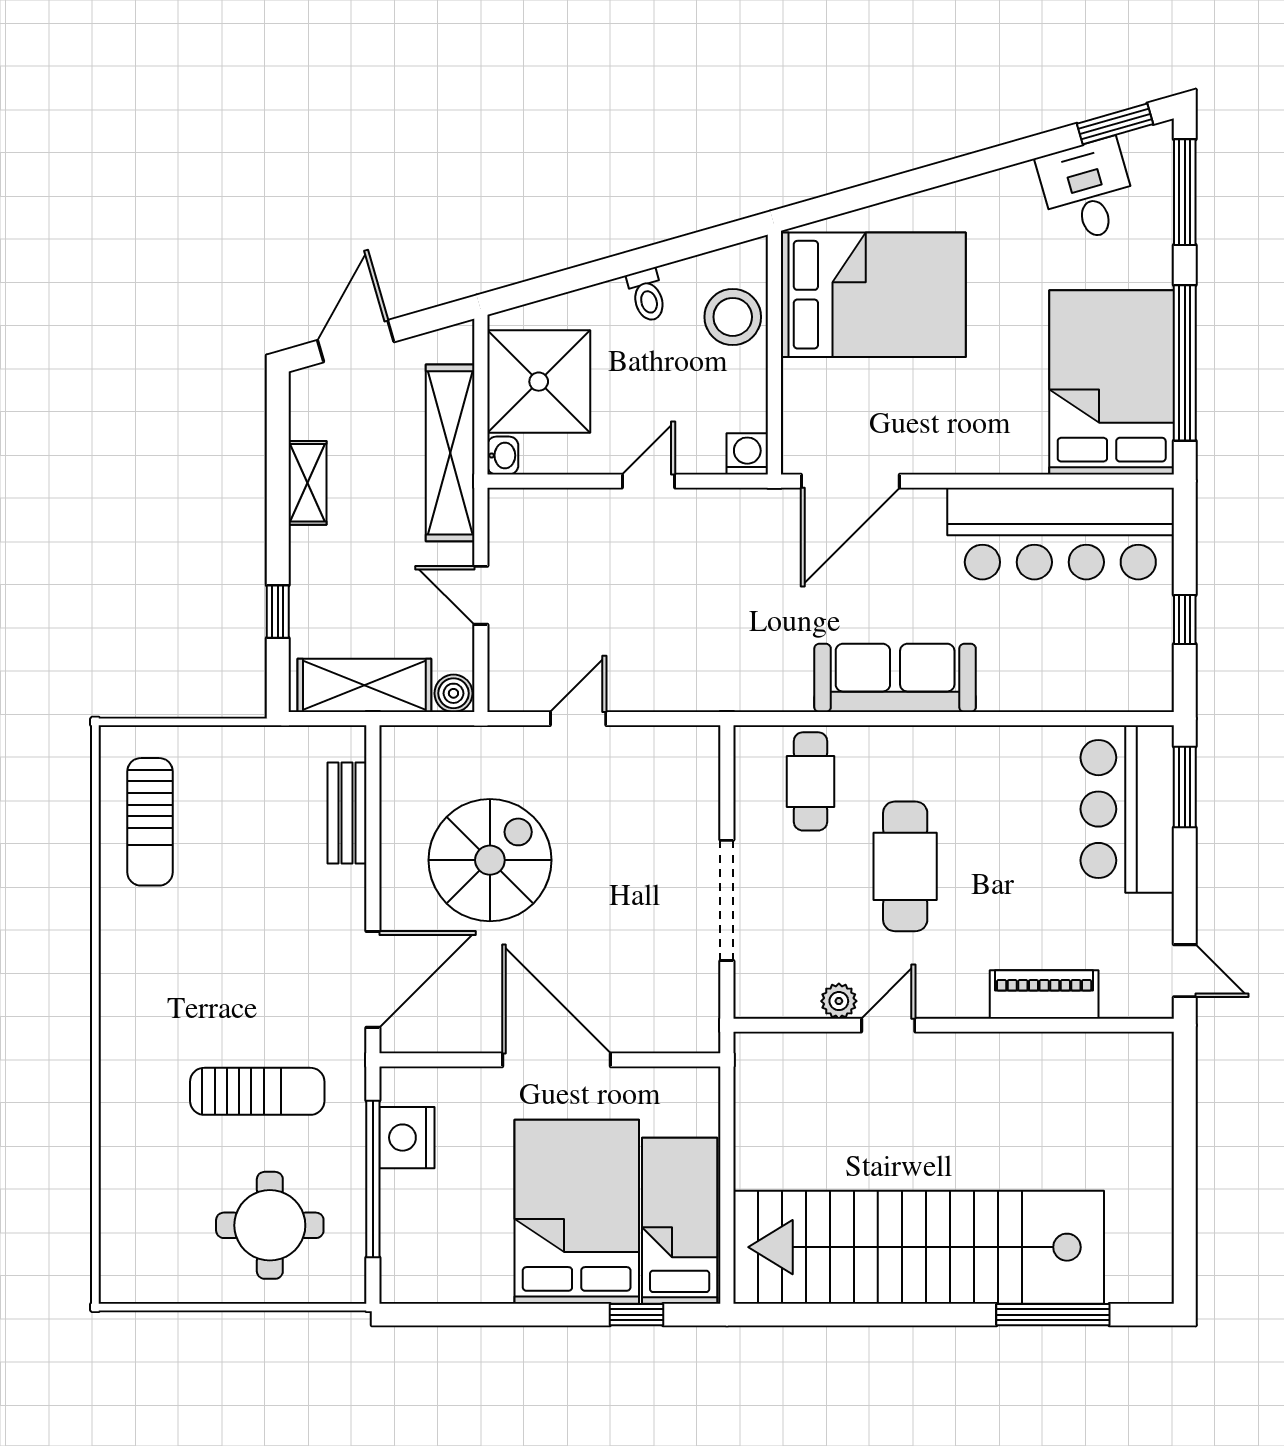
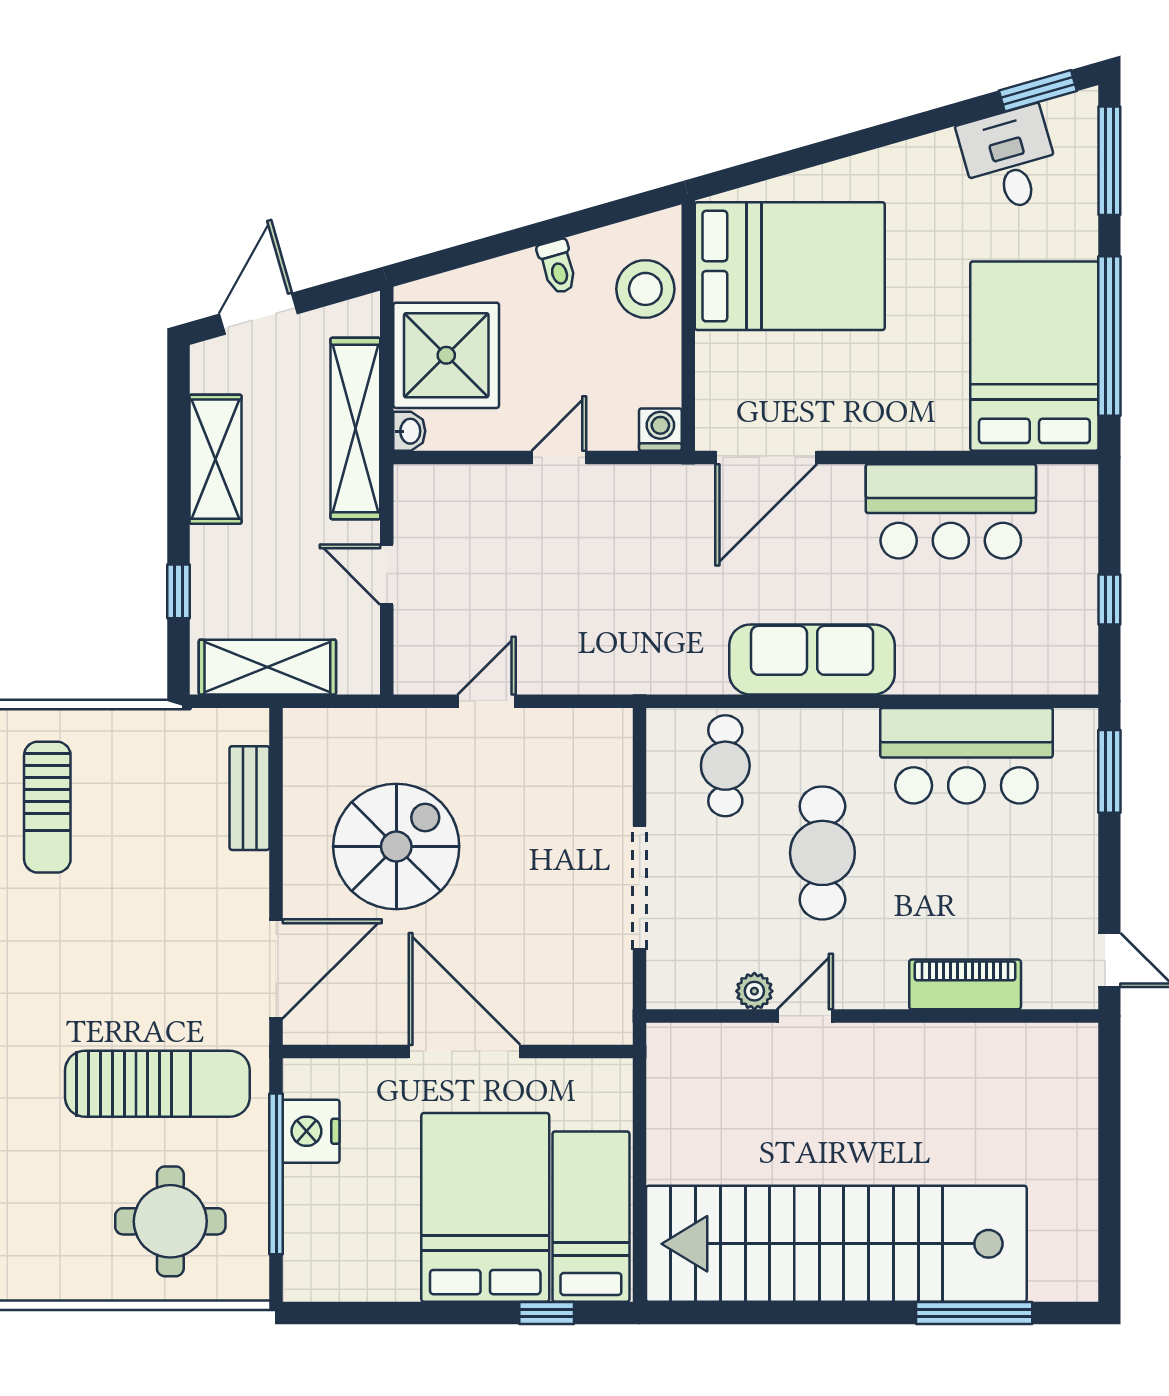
shelving: (307, 483) -> (215, 459), width x1.50, depth x1.33
bar counter: (1060, 534) -> (951, 511), width x0.73
boiler: (453, 693) -> (359, 675), removed
bar counter: (1127, 809) -> (966, 756), moved, turned -90
sun lounger: (257, 1091) -> (157, 1084), width x1.36, depth x1.34

